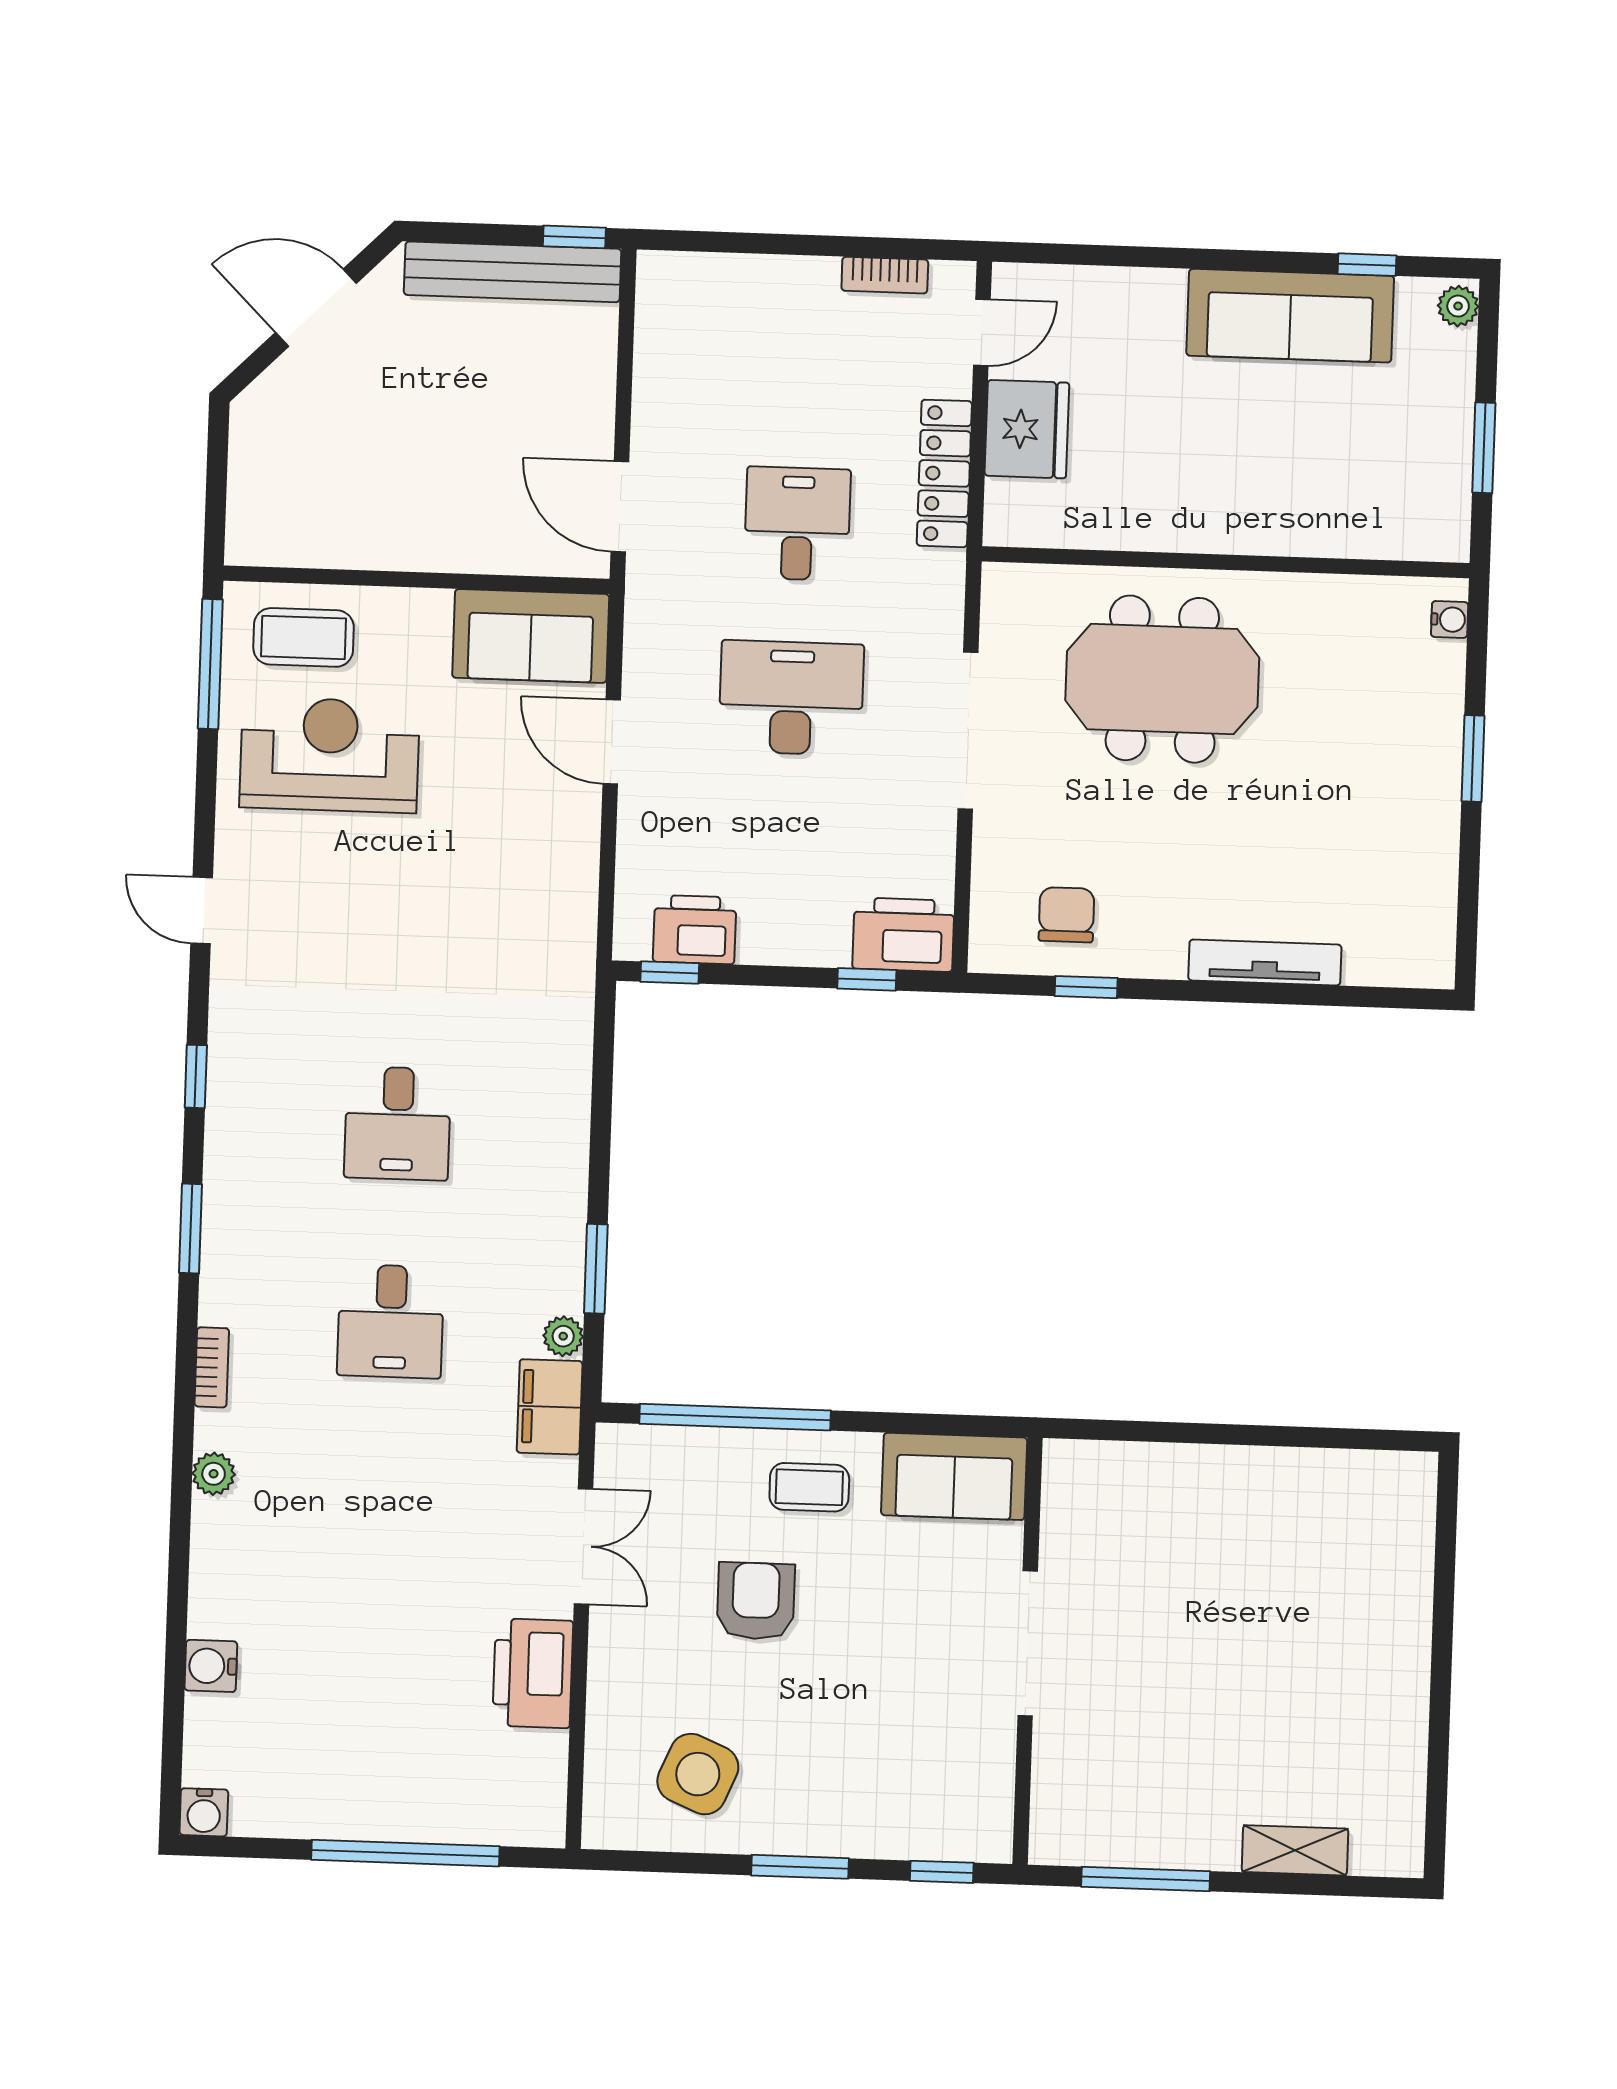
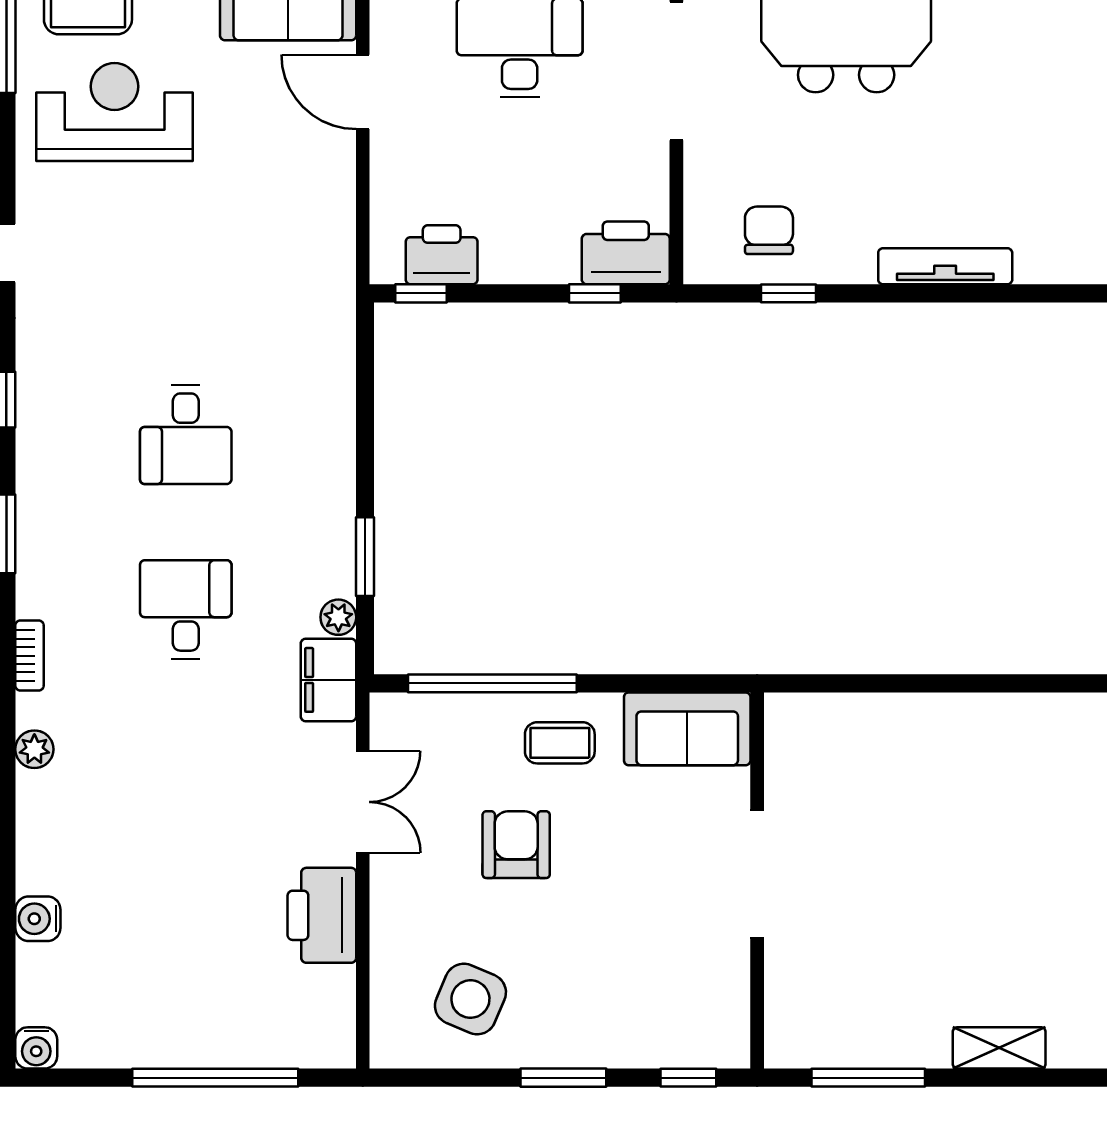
desk: (391, 1321) -> (186, 609), turned 180

